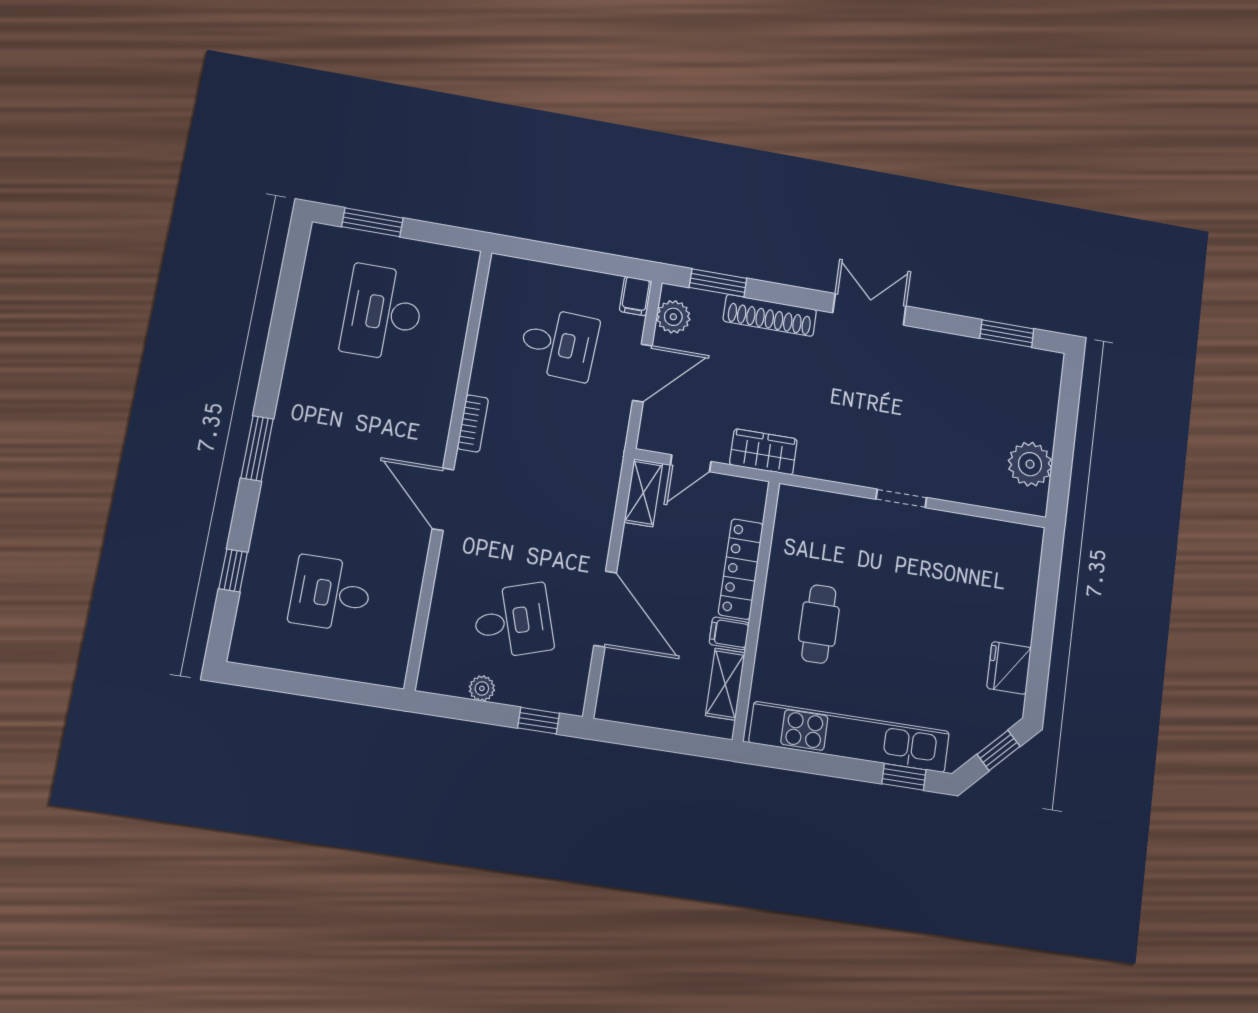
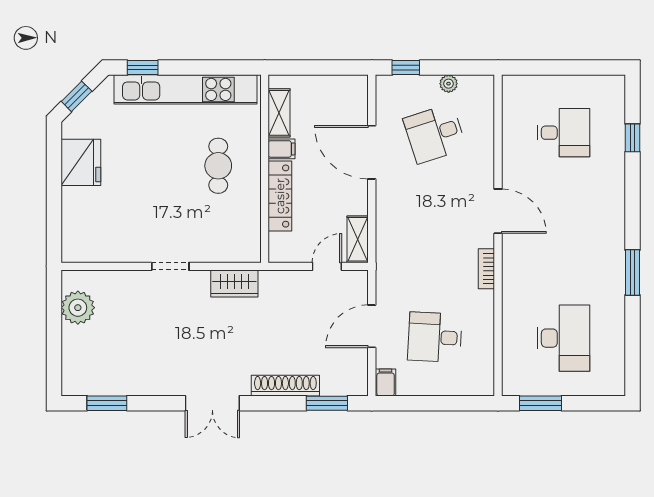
window: (372, 222) -> (540, 403), moved
plant: (673, 317) -> (356, 372), removed
window: (257, 448) -> (633, 273), moved
wardrobe: (763, 452) -> (234, 284), moved
fridge: (1009, 668) -> (81, 162), width x1.36, depth x1.34

